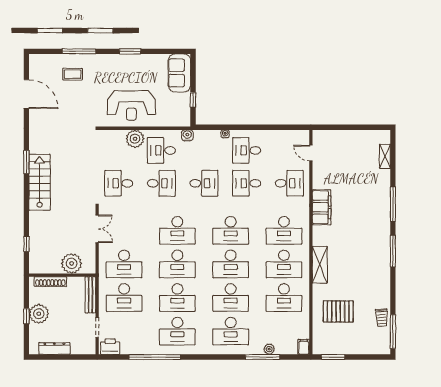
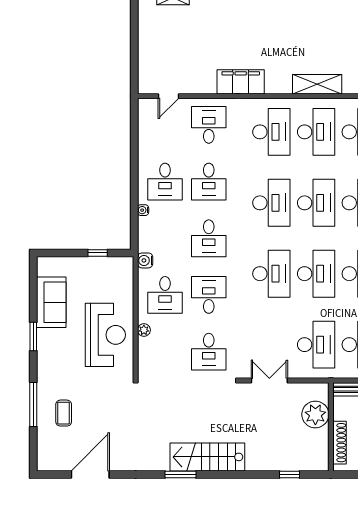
sofa: (179, 73) -> (51, 302), moved, turned -90
plant: (135, 139) -> (144, 330), width x0.53, depth x0.53
desk: (204, 183) -> (209, 238), turned 180

